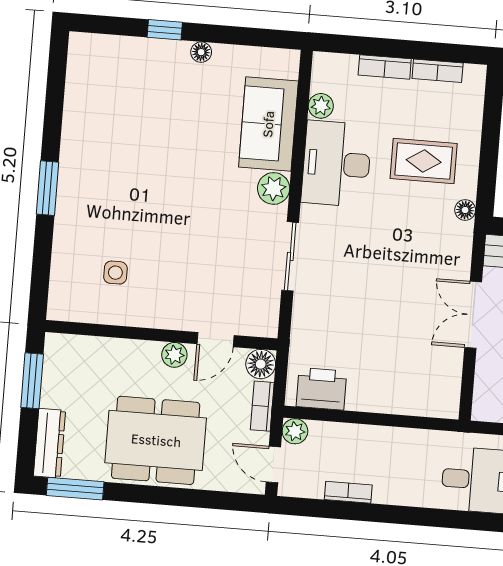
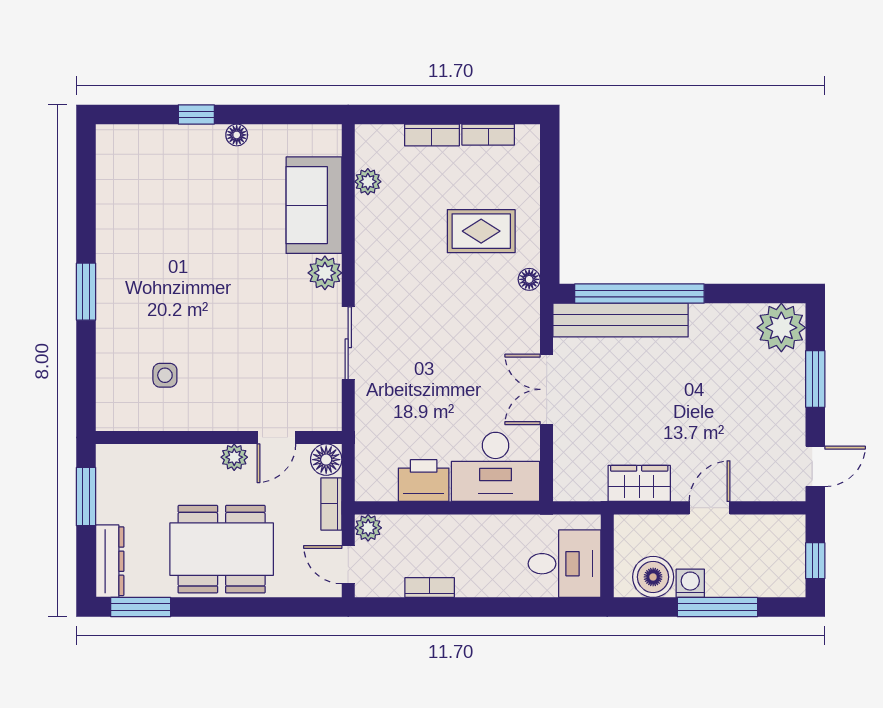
desk: (336, 164) -> (496, 467), moved, turned -90
printer: (321, 389) -> (424, 481), moved

